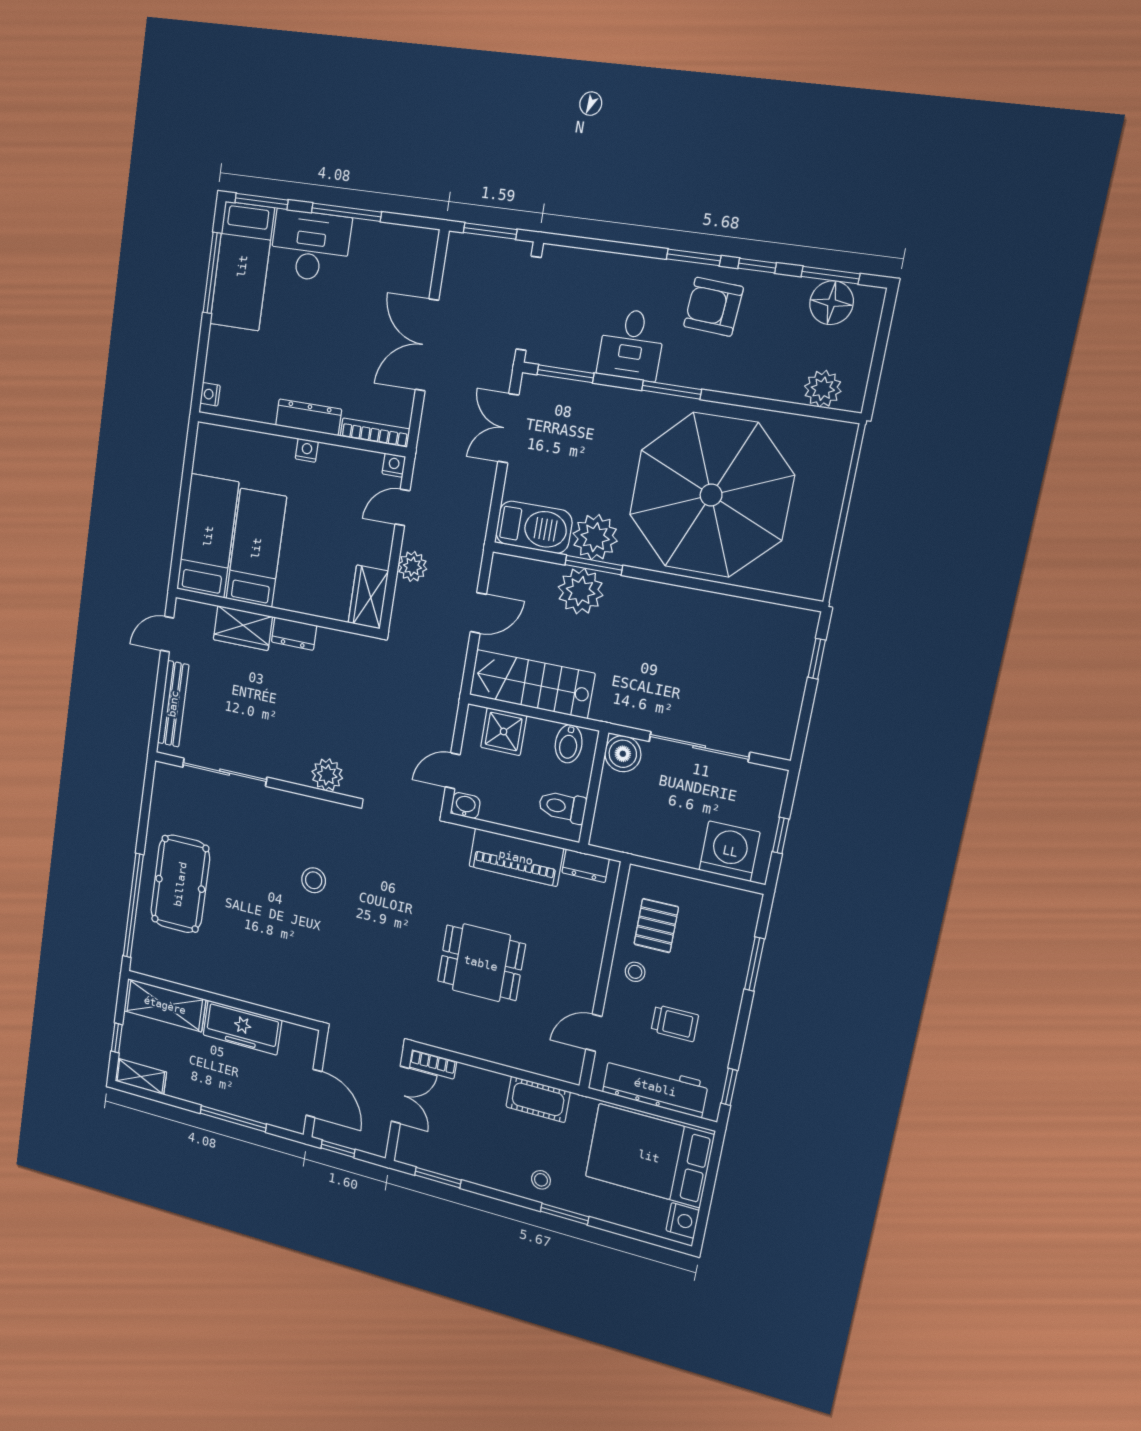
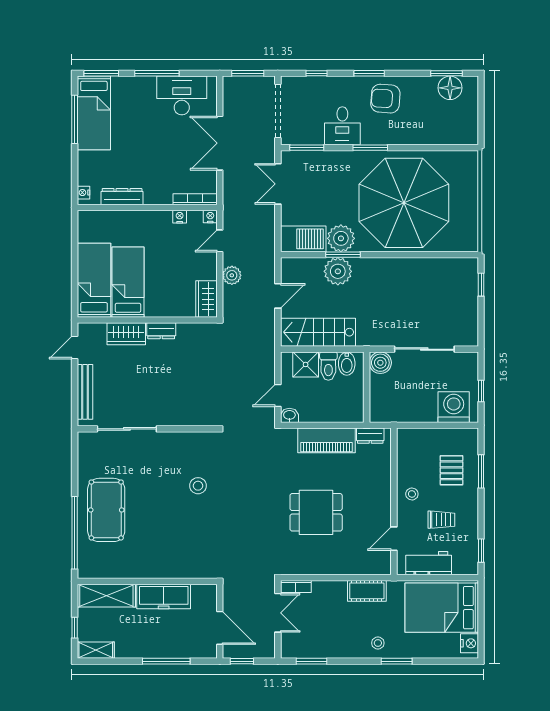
desk: (310, 246) -> (182, 95), moved
window: (757, 266) -> (317, 73), moved
plant: (823, 389) -> (454, 135), removed
dresser: (309, 417) -> (122, 197), moved
nightstand: (307, 450) -> (180, 217), moved
plant: (327, 775) -> (197, 416), removed
toilet: (562, 807) -> (328, 366), moved, turned -90
pallet: (656, 926) -> (451, 470), moved
workbench: (655, 1087) -> (429, 563), width x0.73

